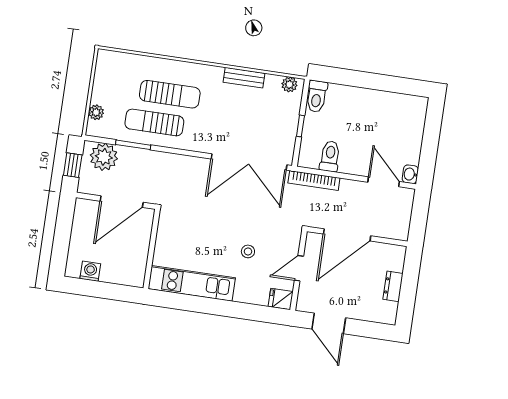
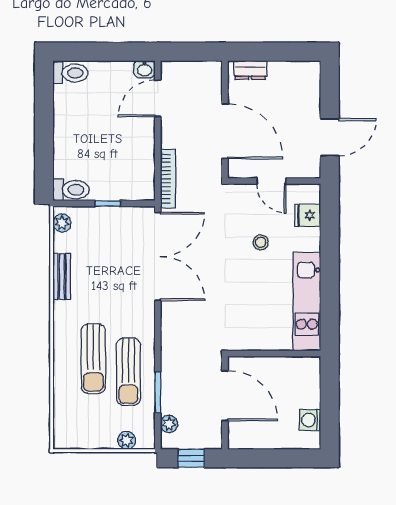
sun lounger: (170, 94) -> (93, 359), turned 180
toilet: (330, 156) -> (70, 73), moved, turned 180
plant: (104, 157) -> (169, 424), width x0.53, depth x0.53
dresser: (393, 286) -> (250, 70), moved
fridge: (281, 299) -> (308, 215), moved, turned 90

